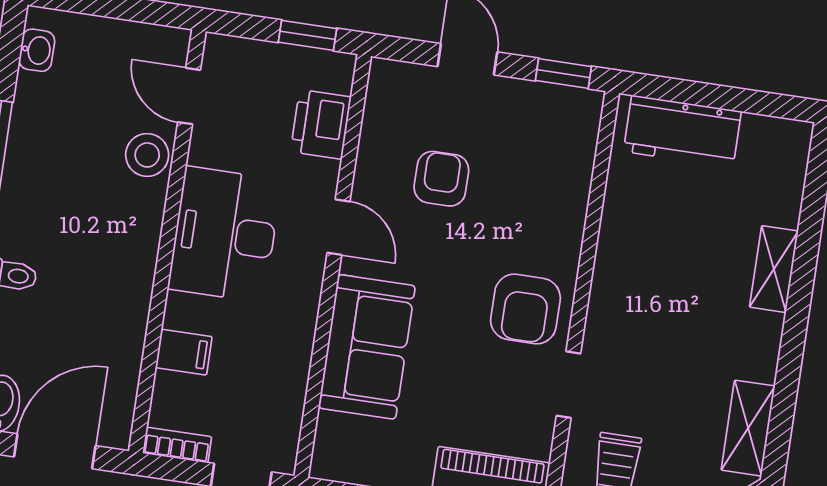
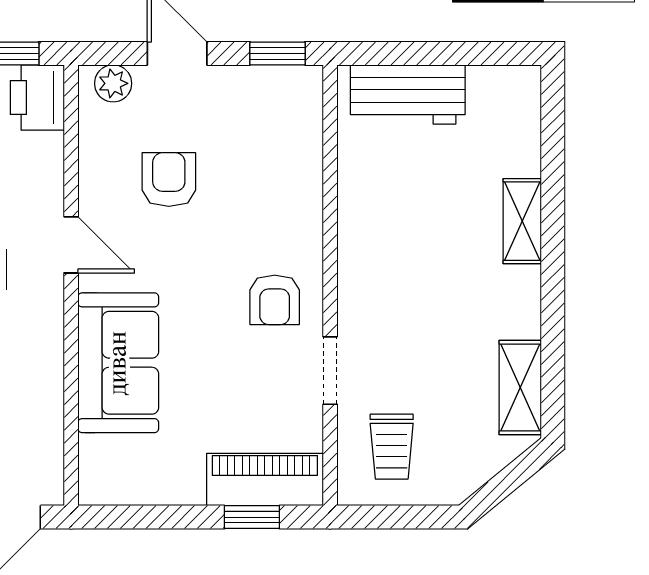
plant: (402, 79) -> (113, 83), added
printer: (321, 124) -> (37, 97), moved
armchair: (525, 309) -> (275, 300), width x0.72, depth x0.72

